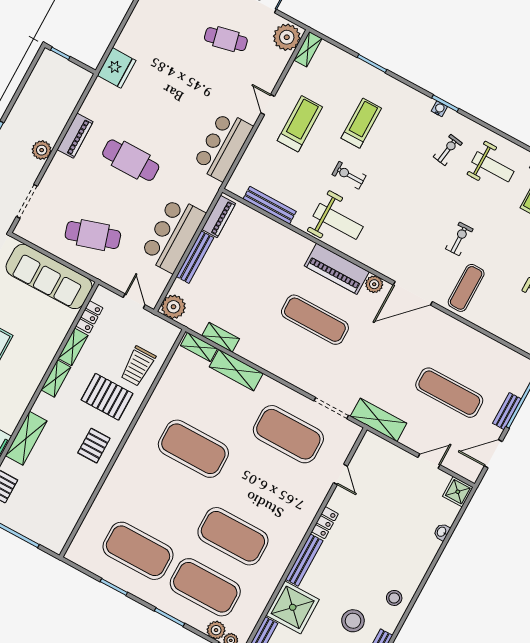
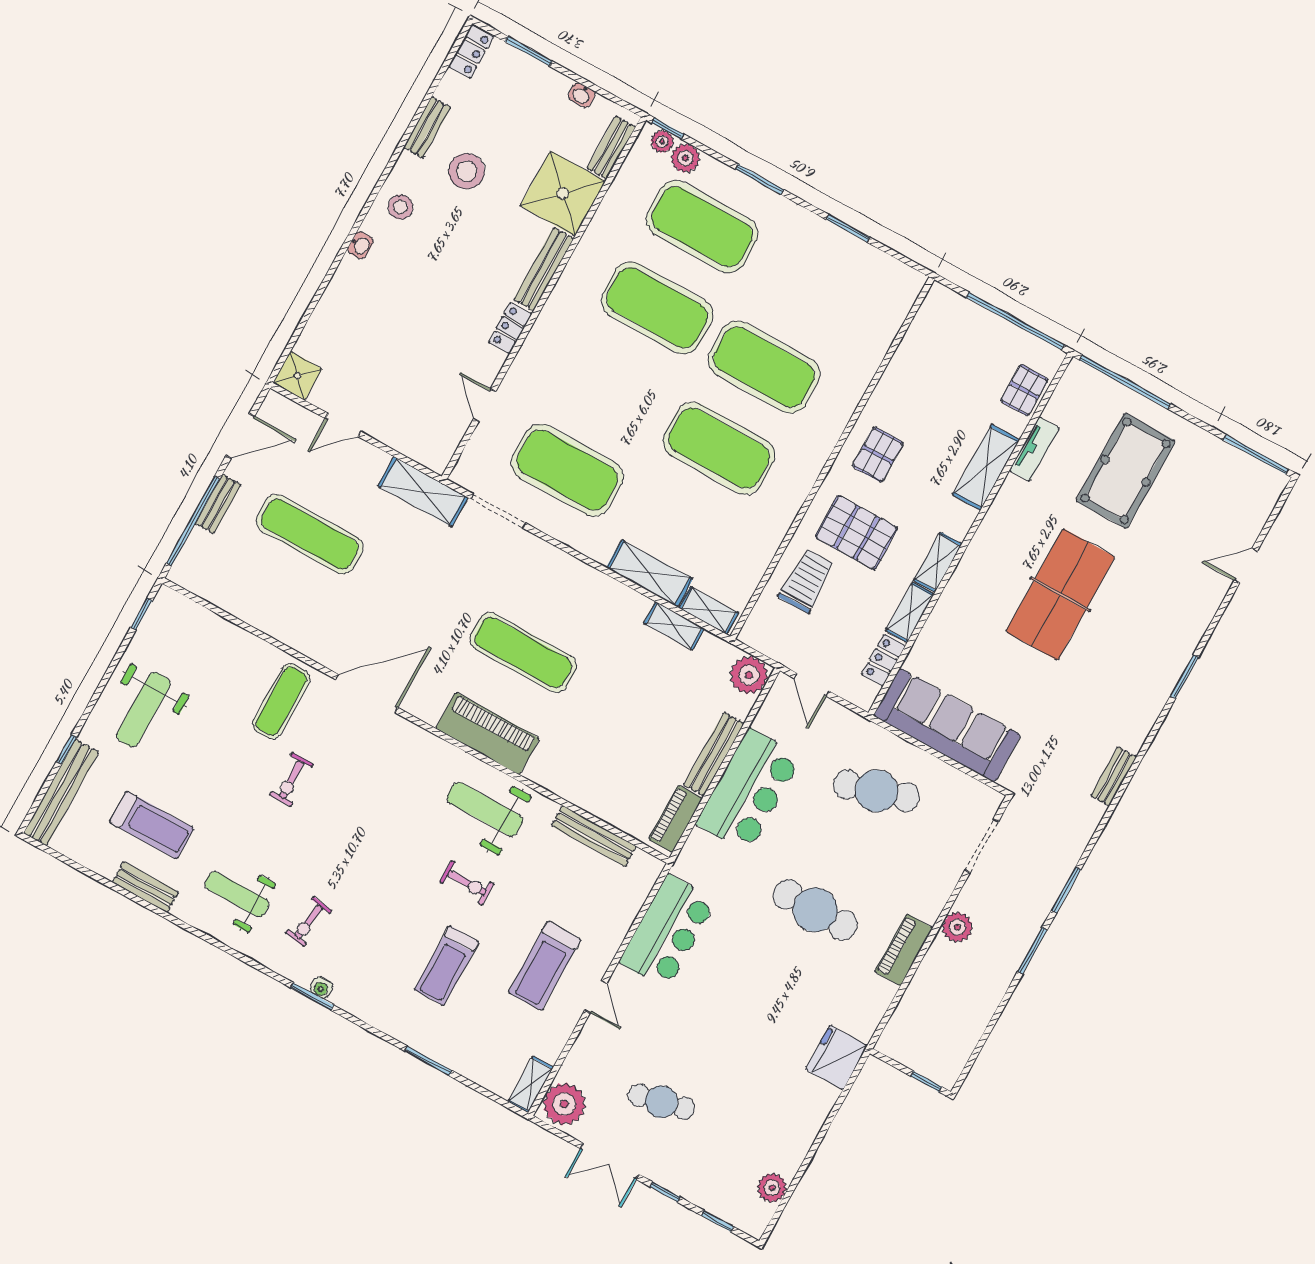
plant: (374, 284) -> (428, 708), removed
washbasin: (442, 532) -> (360, 245), moved
exercise mat: (138, 551) -> (764, 367), moved

